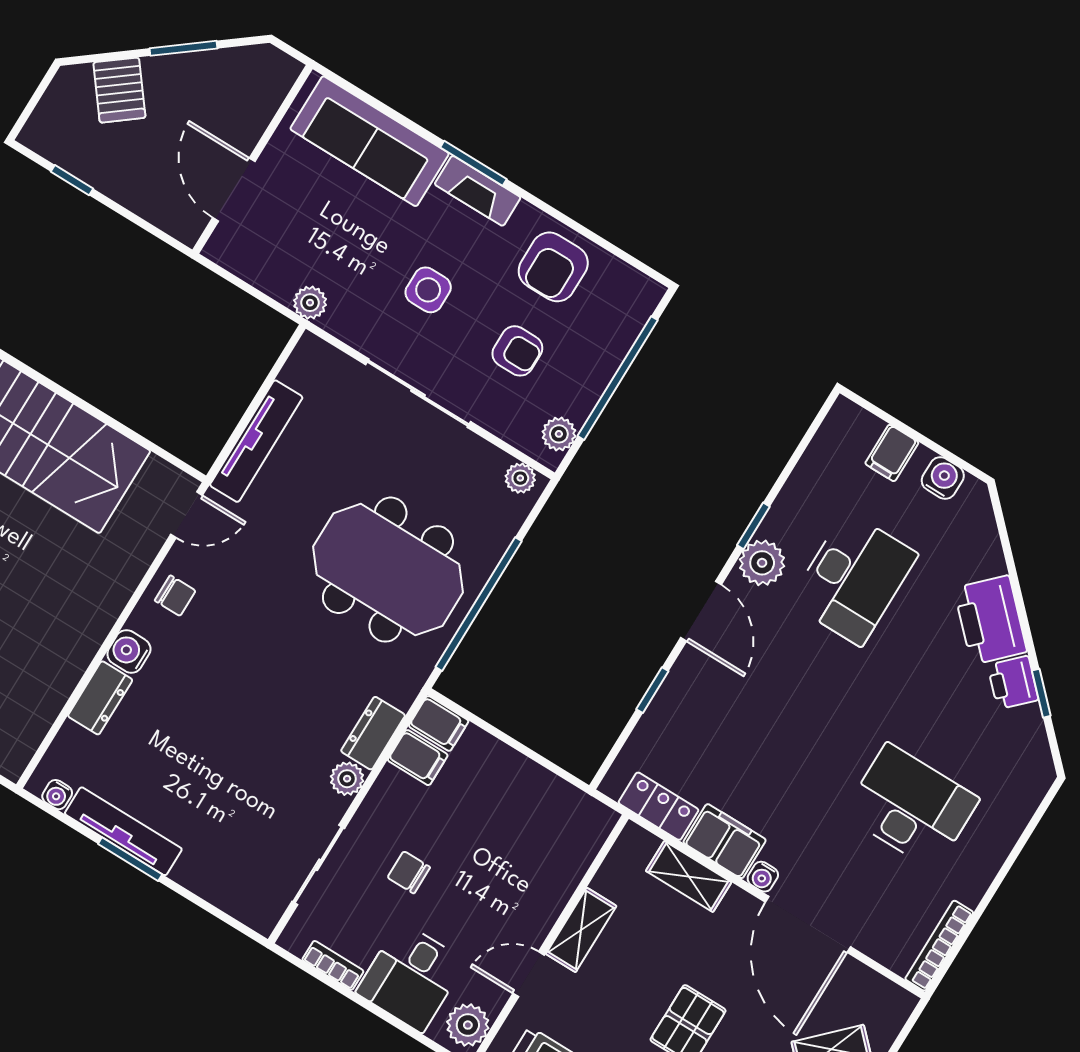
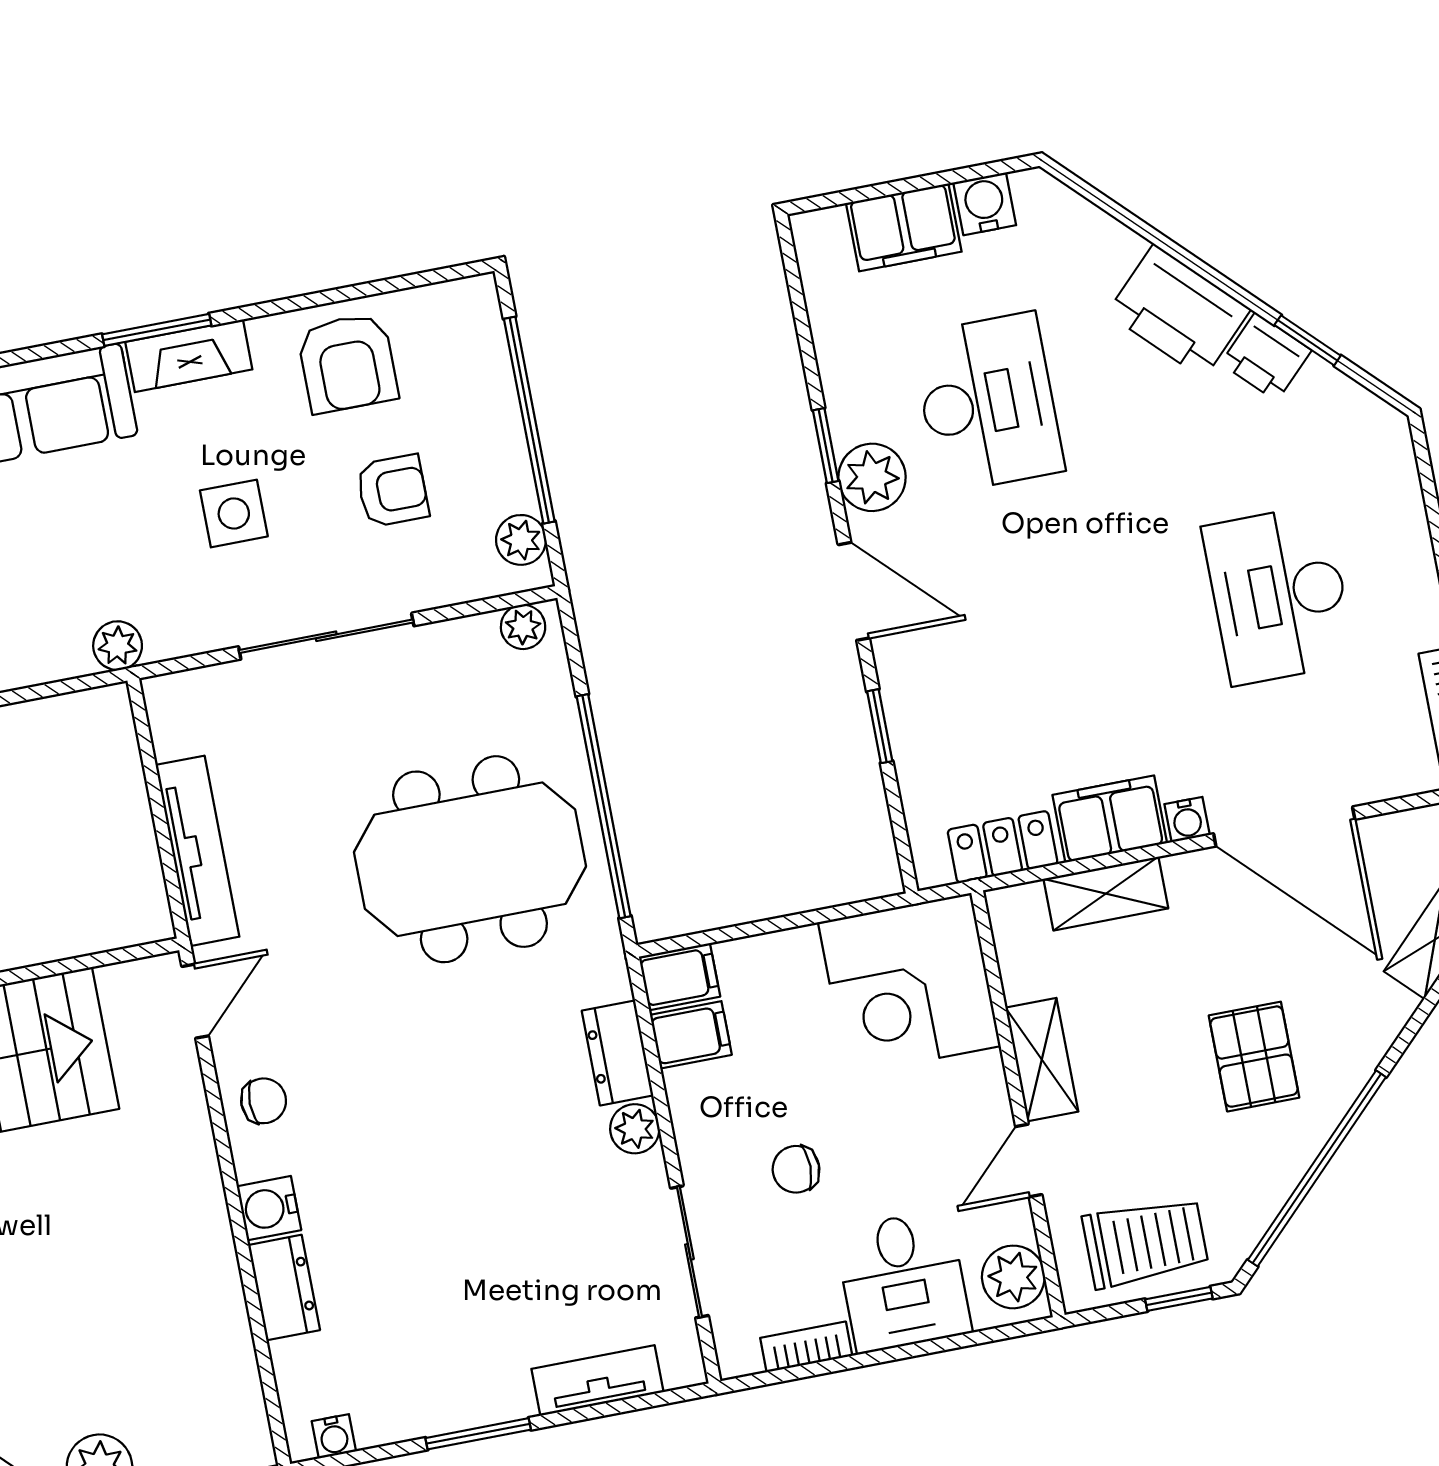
filing cabinet: (892, 453) -> (904, 227), width x2.00
desk: (911, 807) -> (1279, 595), turned -90
tv unit: (123, 831) -> (597, 1380), moved, width x0.71
corner desk: (550, 832) -> (909, 984), added

